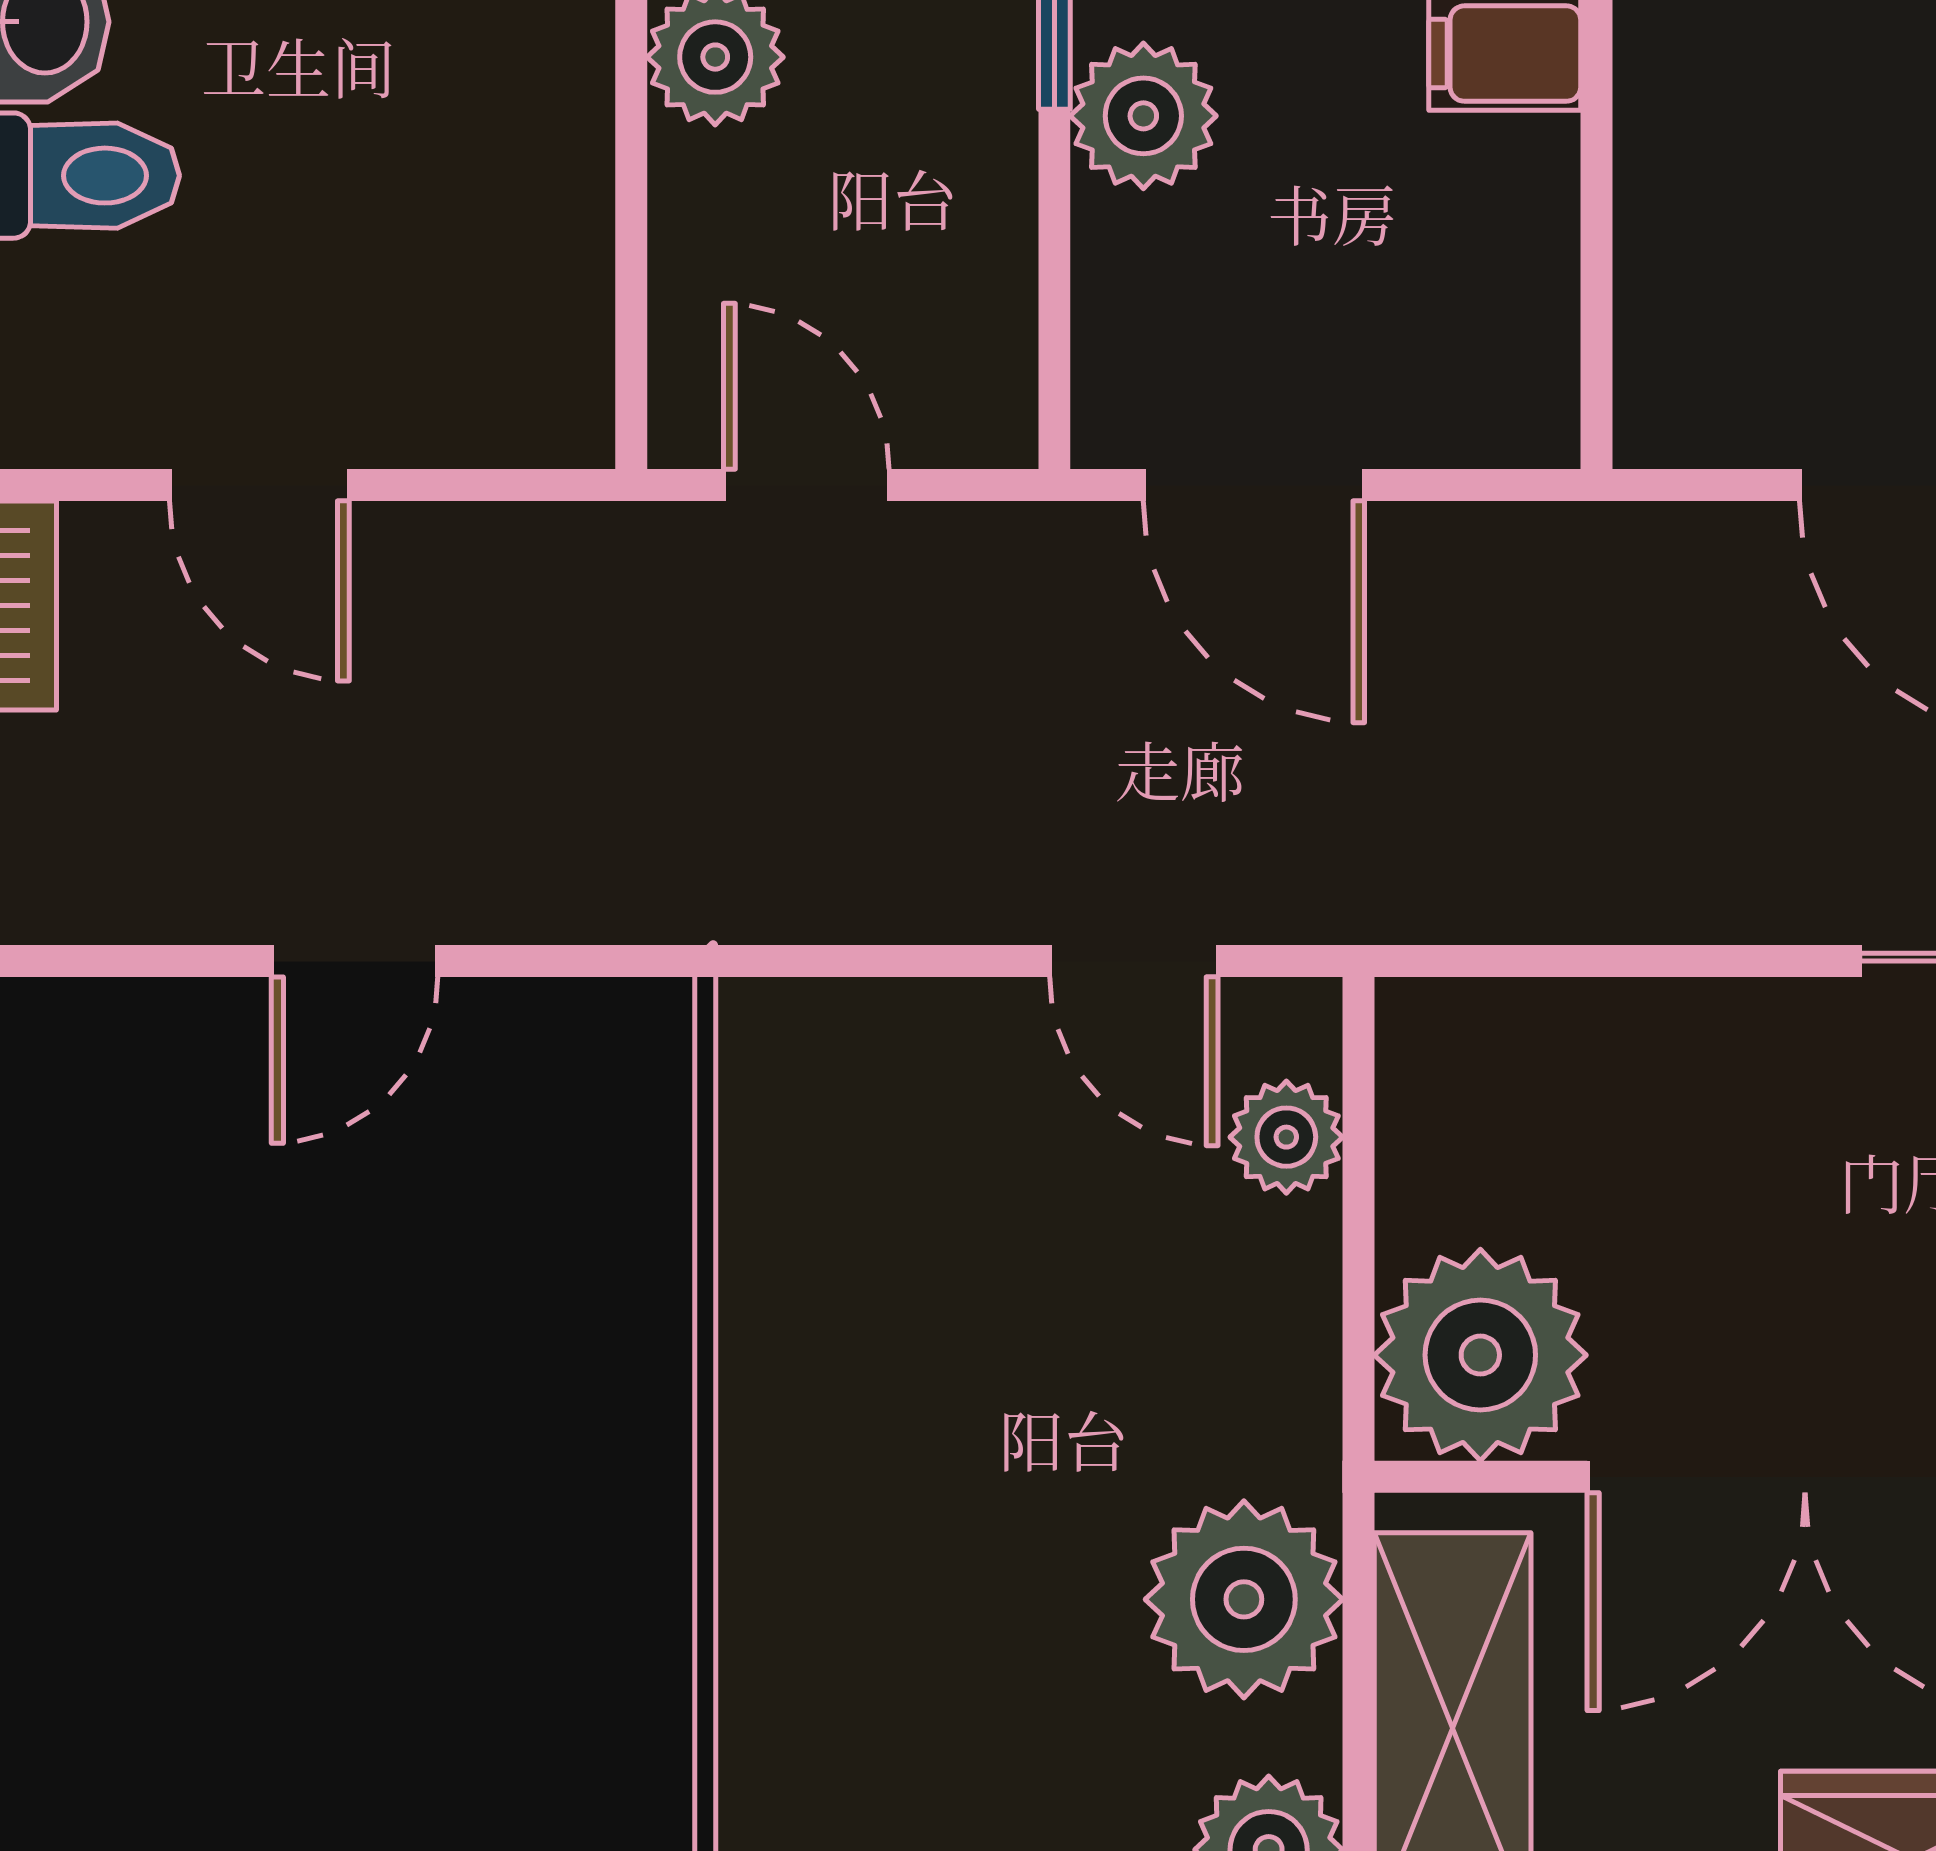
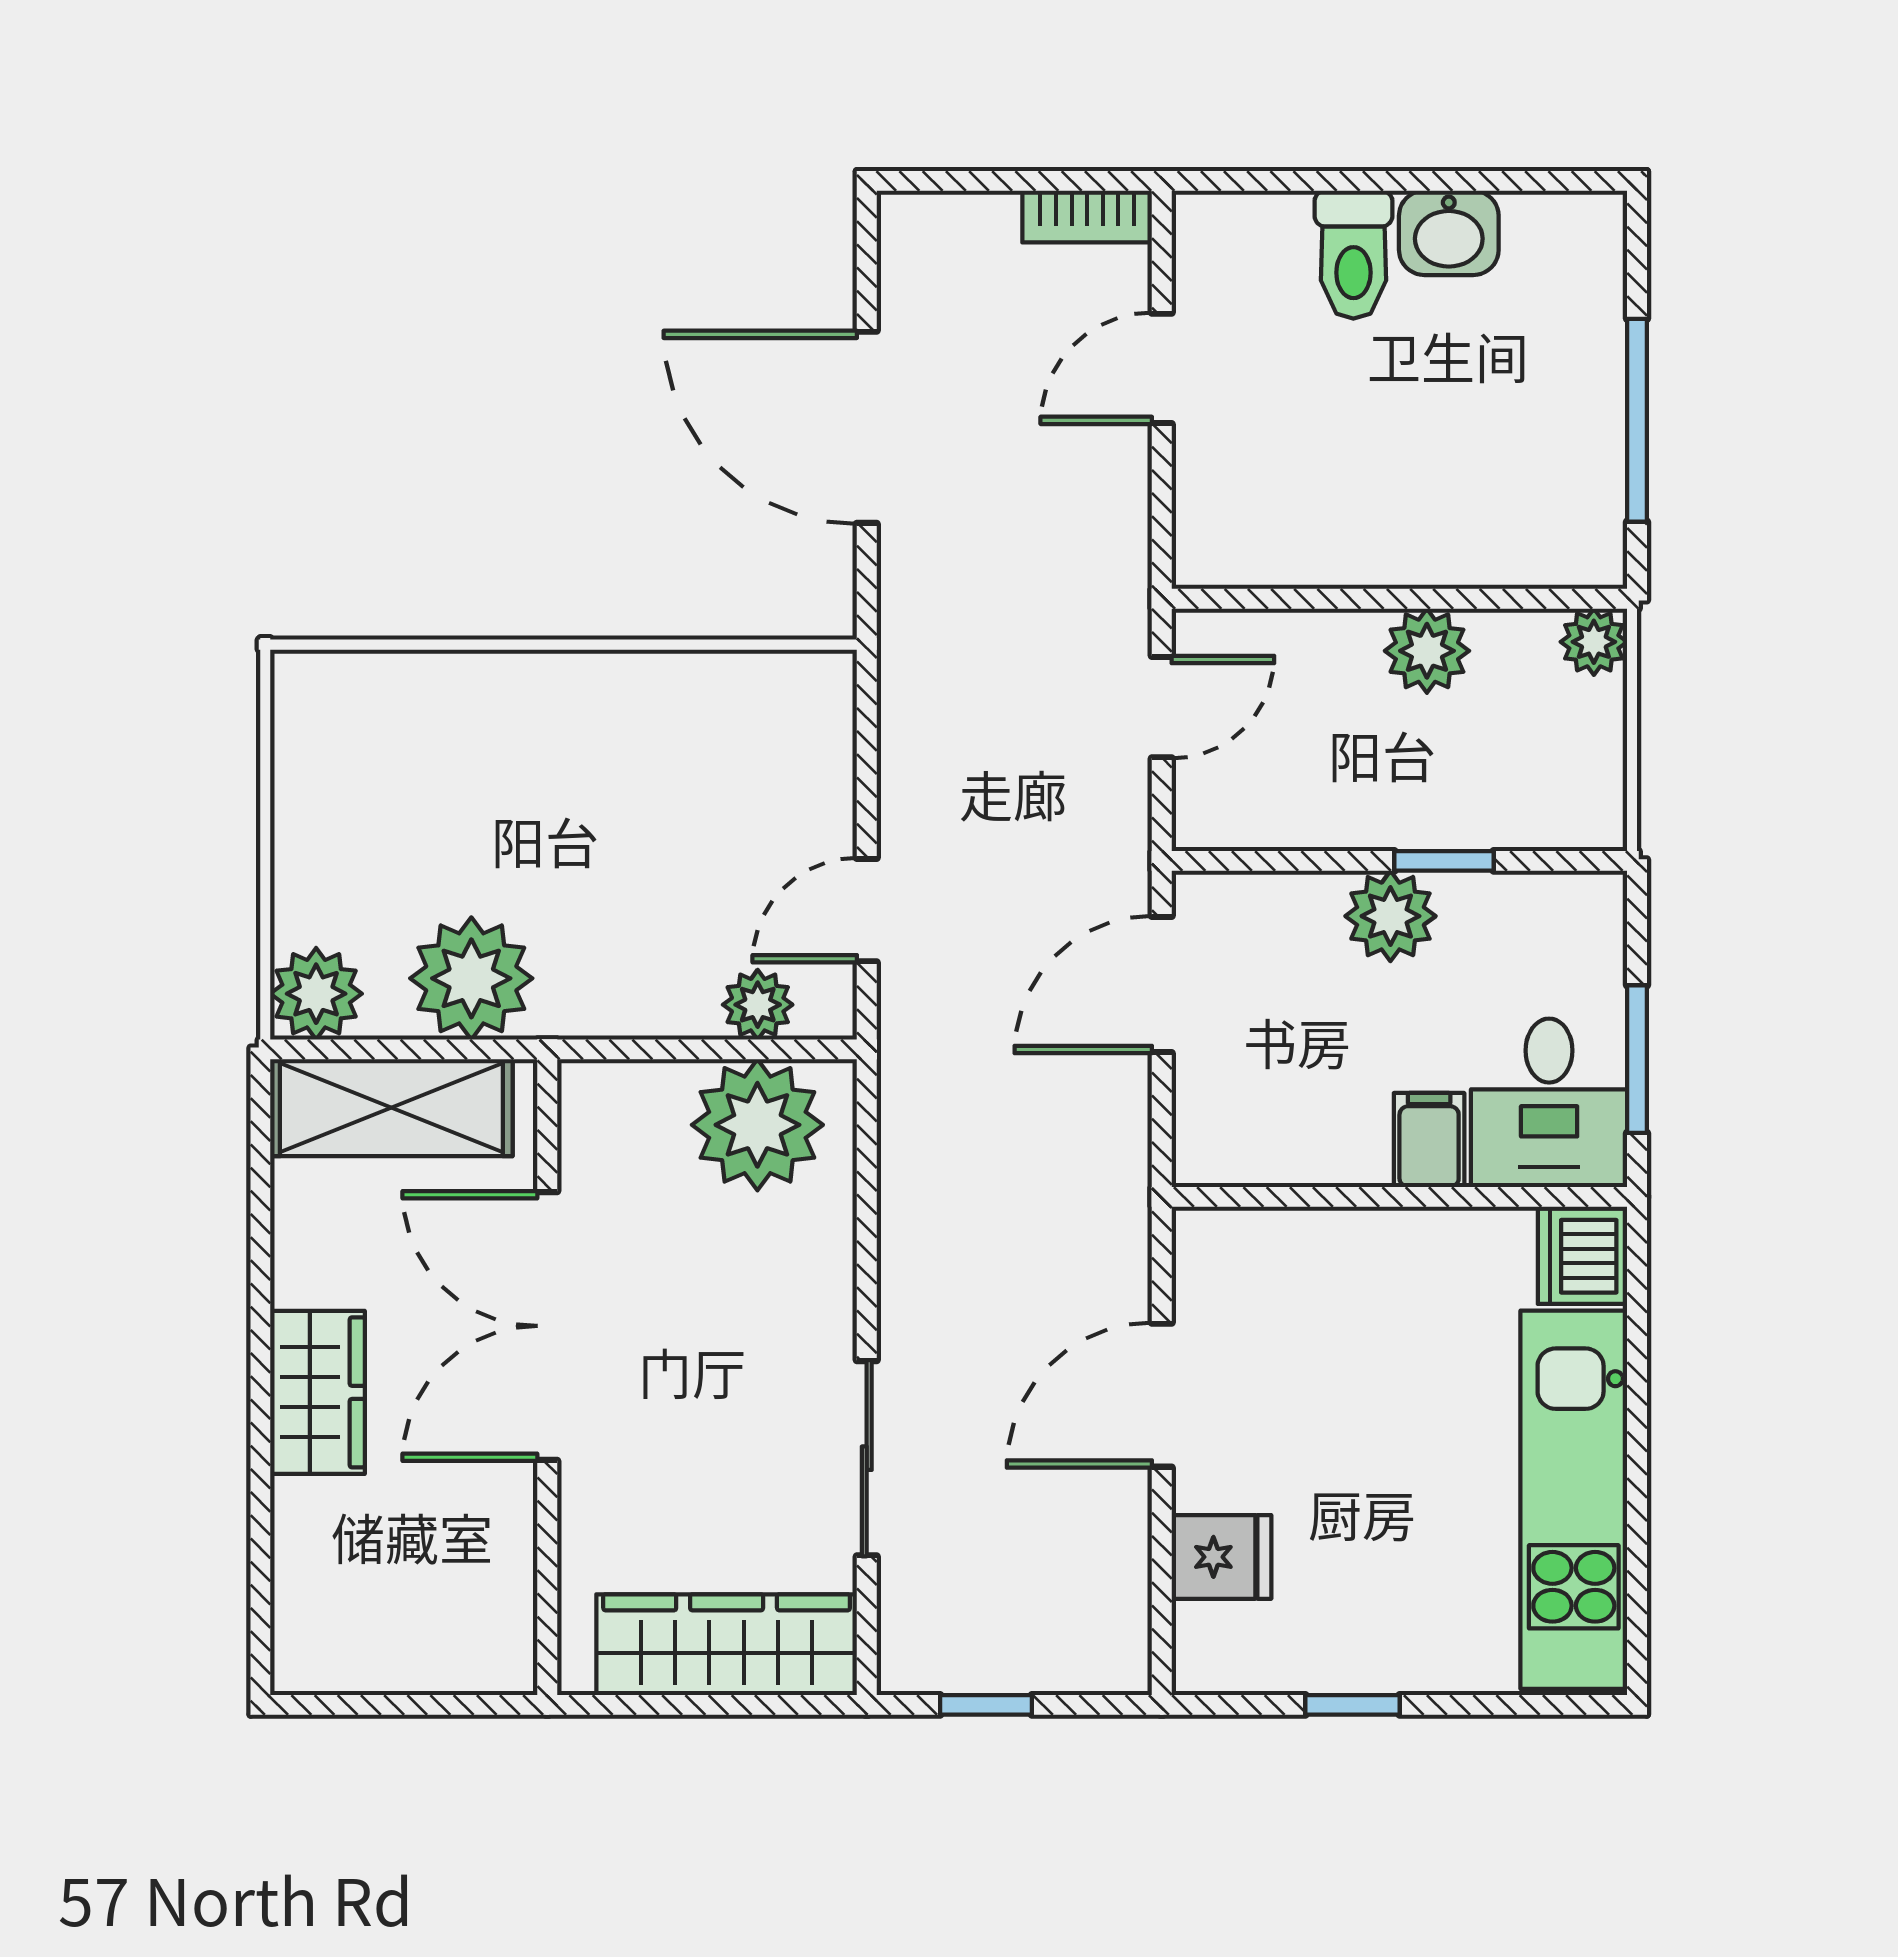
door: (355, 961) -> (867, 427), width x1.88
plant: (1480, 1355) -> (757, 1125), moved

